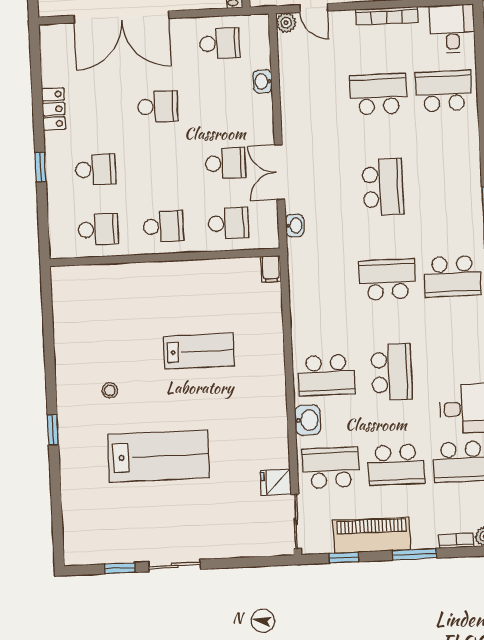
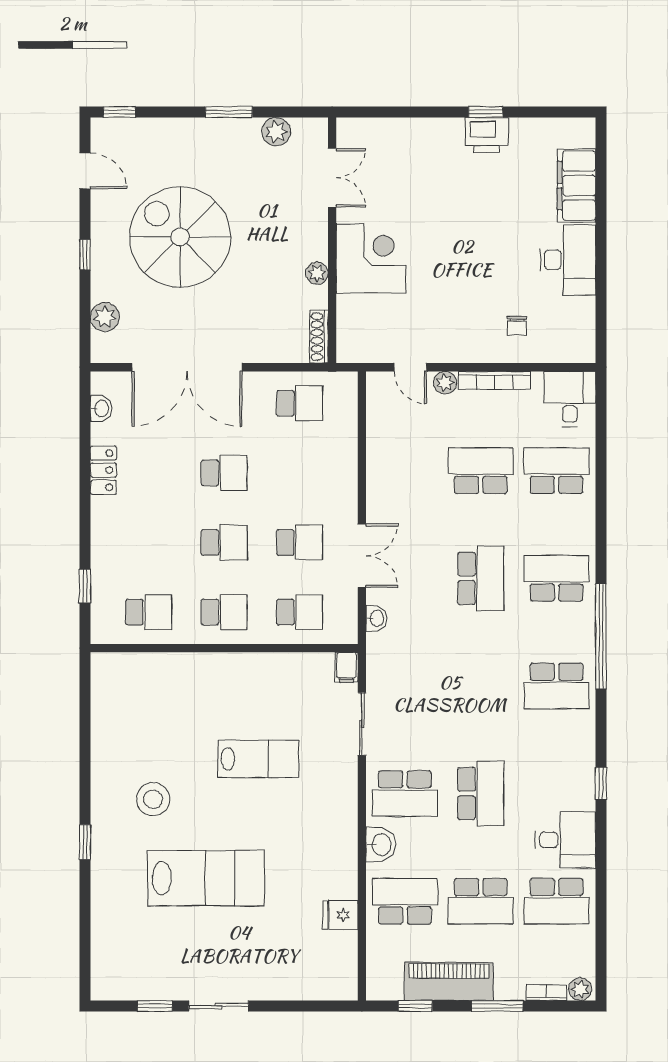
plant: (286, 23) -> (445, 383), moved
washbasin: (263, 81) -> (101, 409), moved, turned 180
window: (41, 167) -> (85, 586), moved
school desk: (96, 169) -> (224, 542), moved
double door: (280, 172) -> (362, 556), swing flipped
school desk: (387, 279) -> (557, 578), moved
stool: (110, 390) -> (153, 799), width x1.89, depth x1.89
sliding door: (296, 521) -> (362, 724), moved

